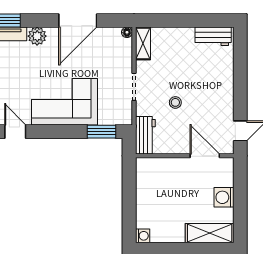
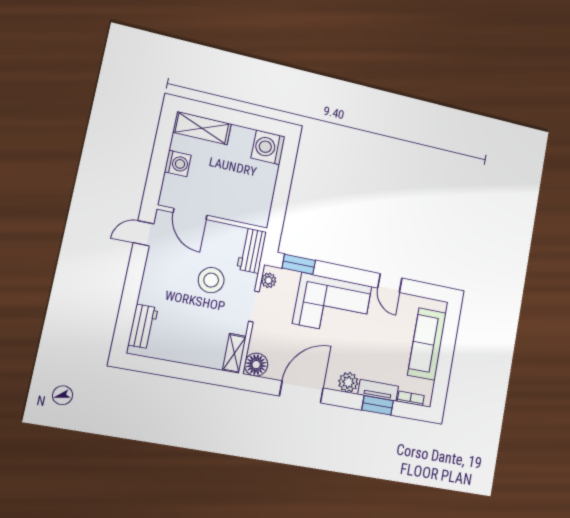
floor lamp: (127, 32) -> (256, 365), width x1.89, depth x1.89
workbench: (213, 36) -> (143, 326), moved, turned 90
stool: (175, 102) -> (211, 280), width x1.89, depth x1.89
plant: (126, 112) -> (269, 280), added
washing machine: (143, 236) -> (268, 147), width x1.89, depth x1.89

